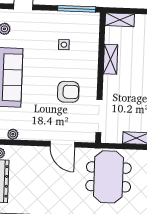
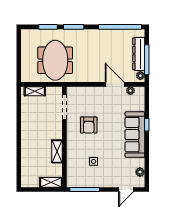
armchair: (68, 92) -> (89, 125), turned -90
door: (62, 144) -> (115, 84), moved

